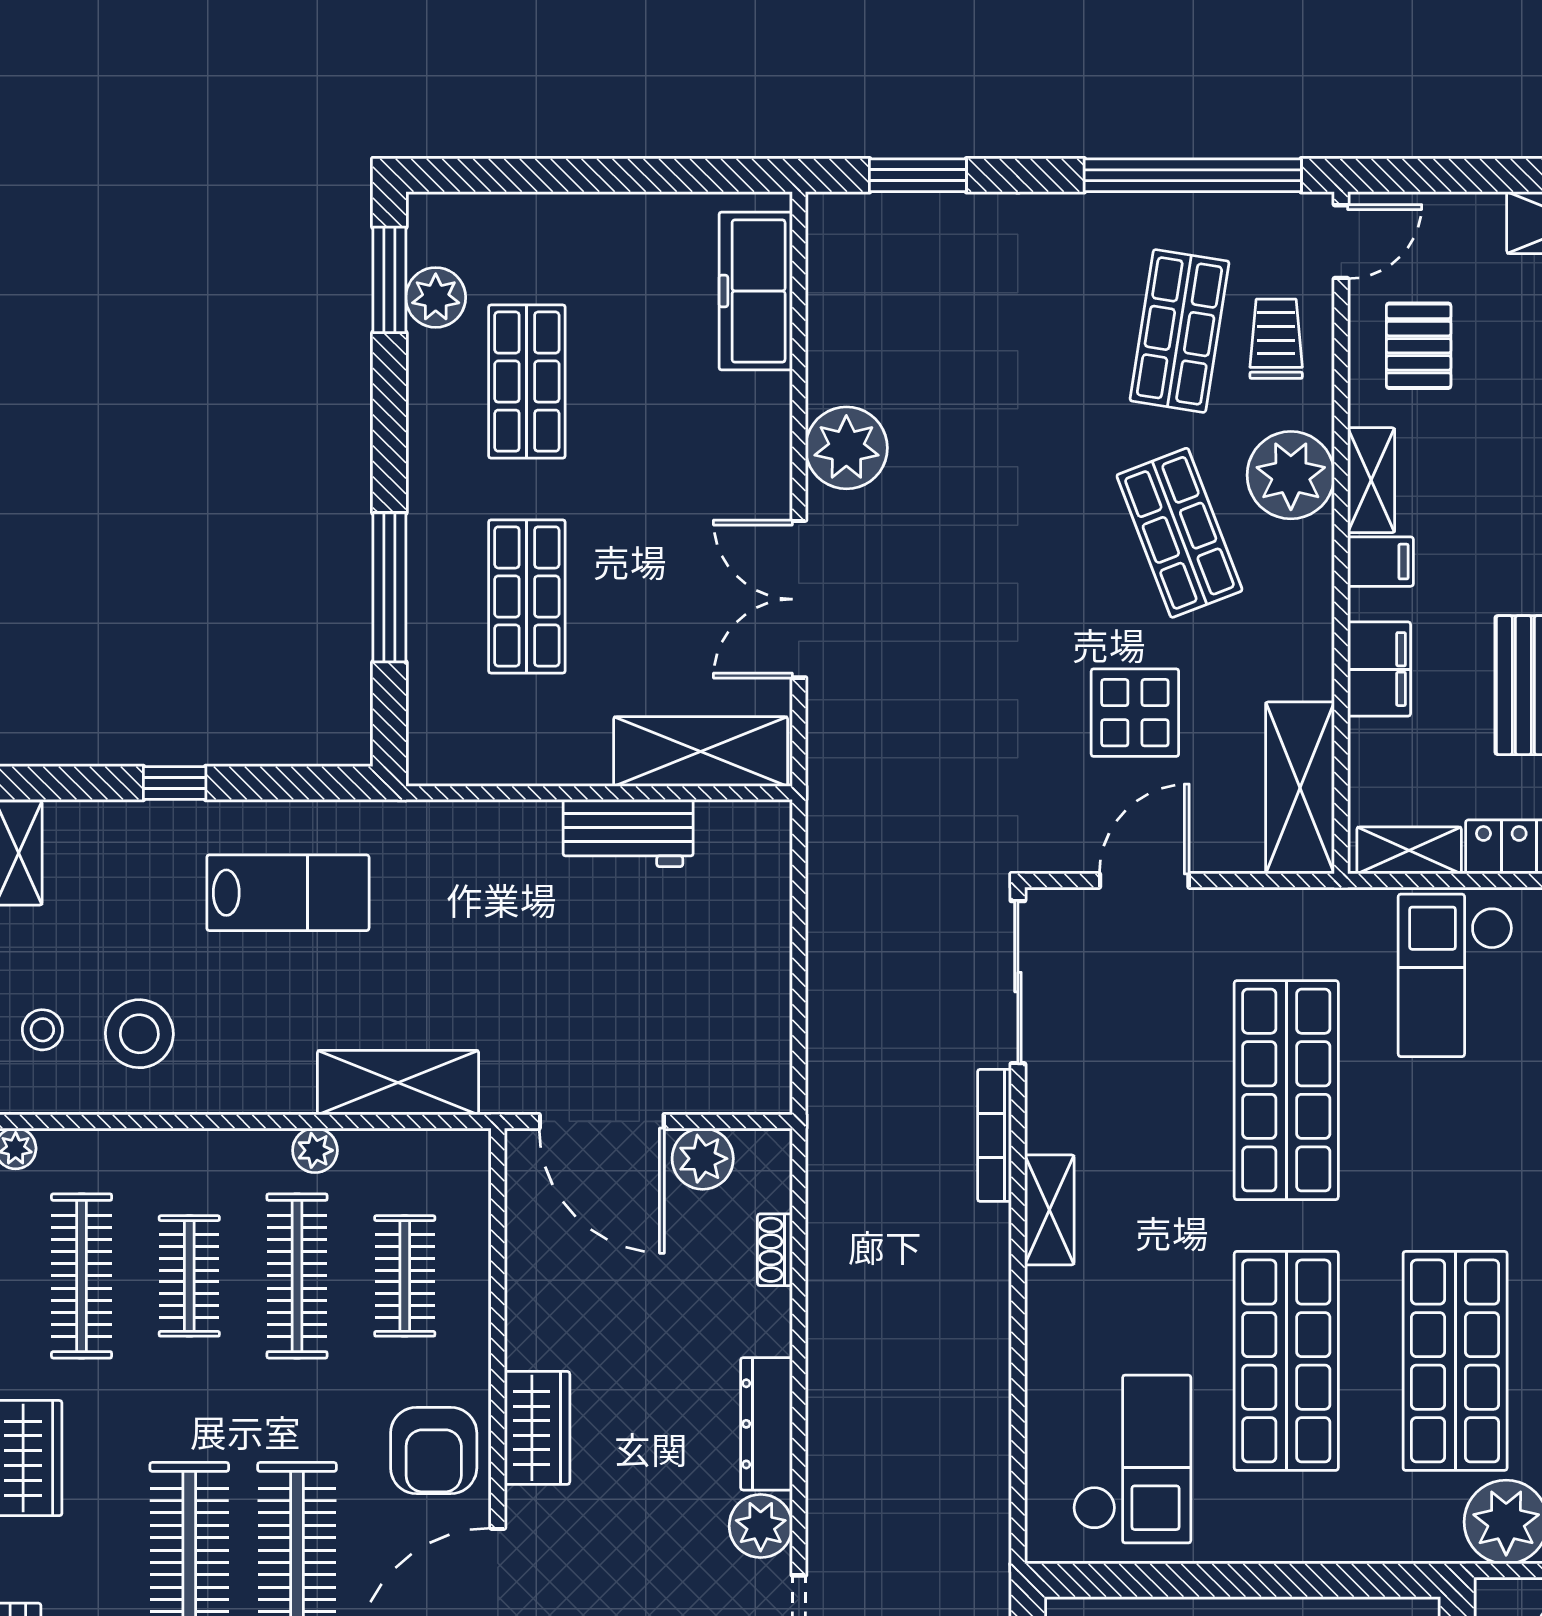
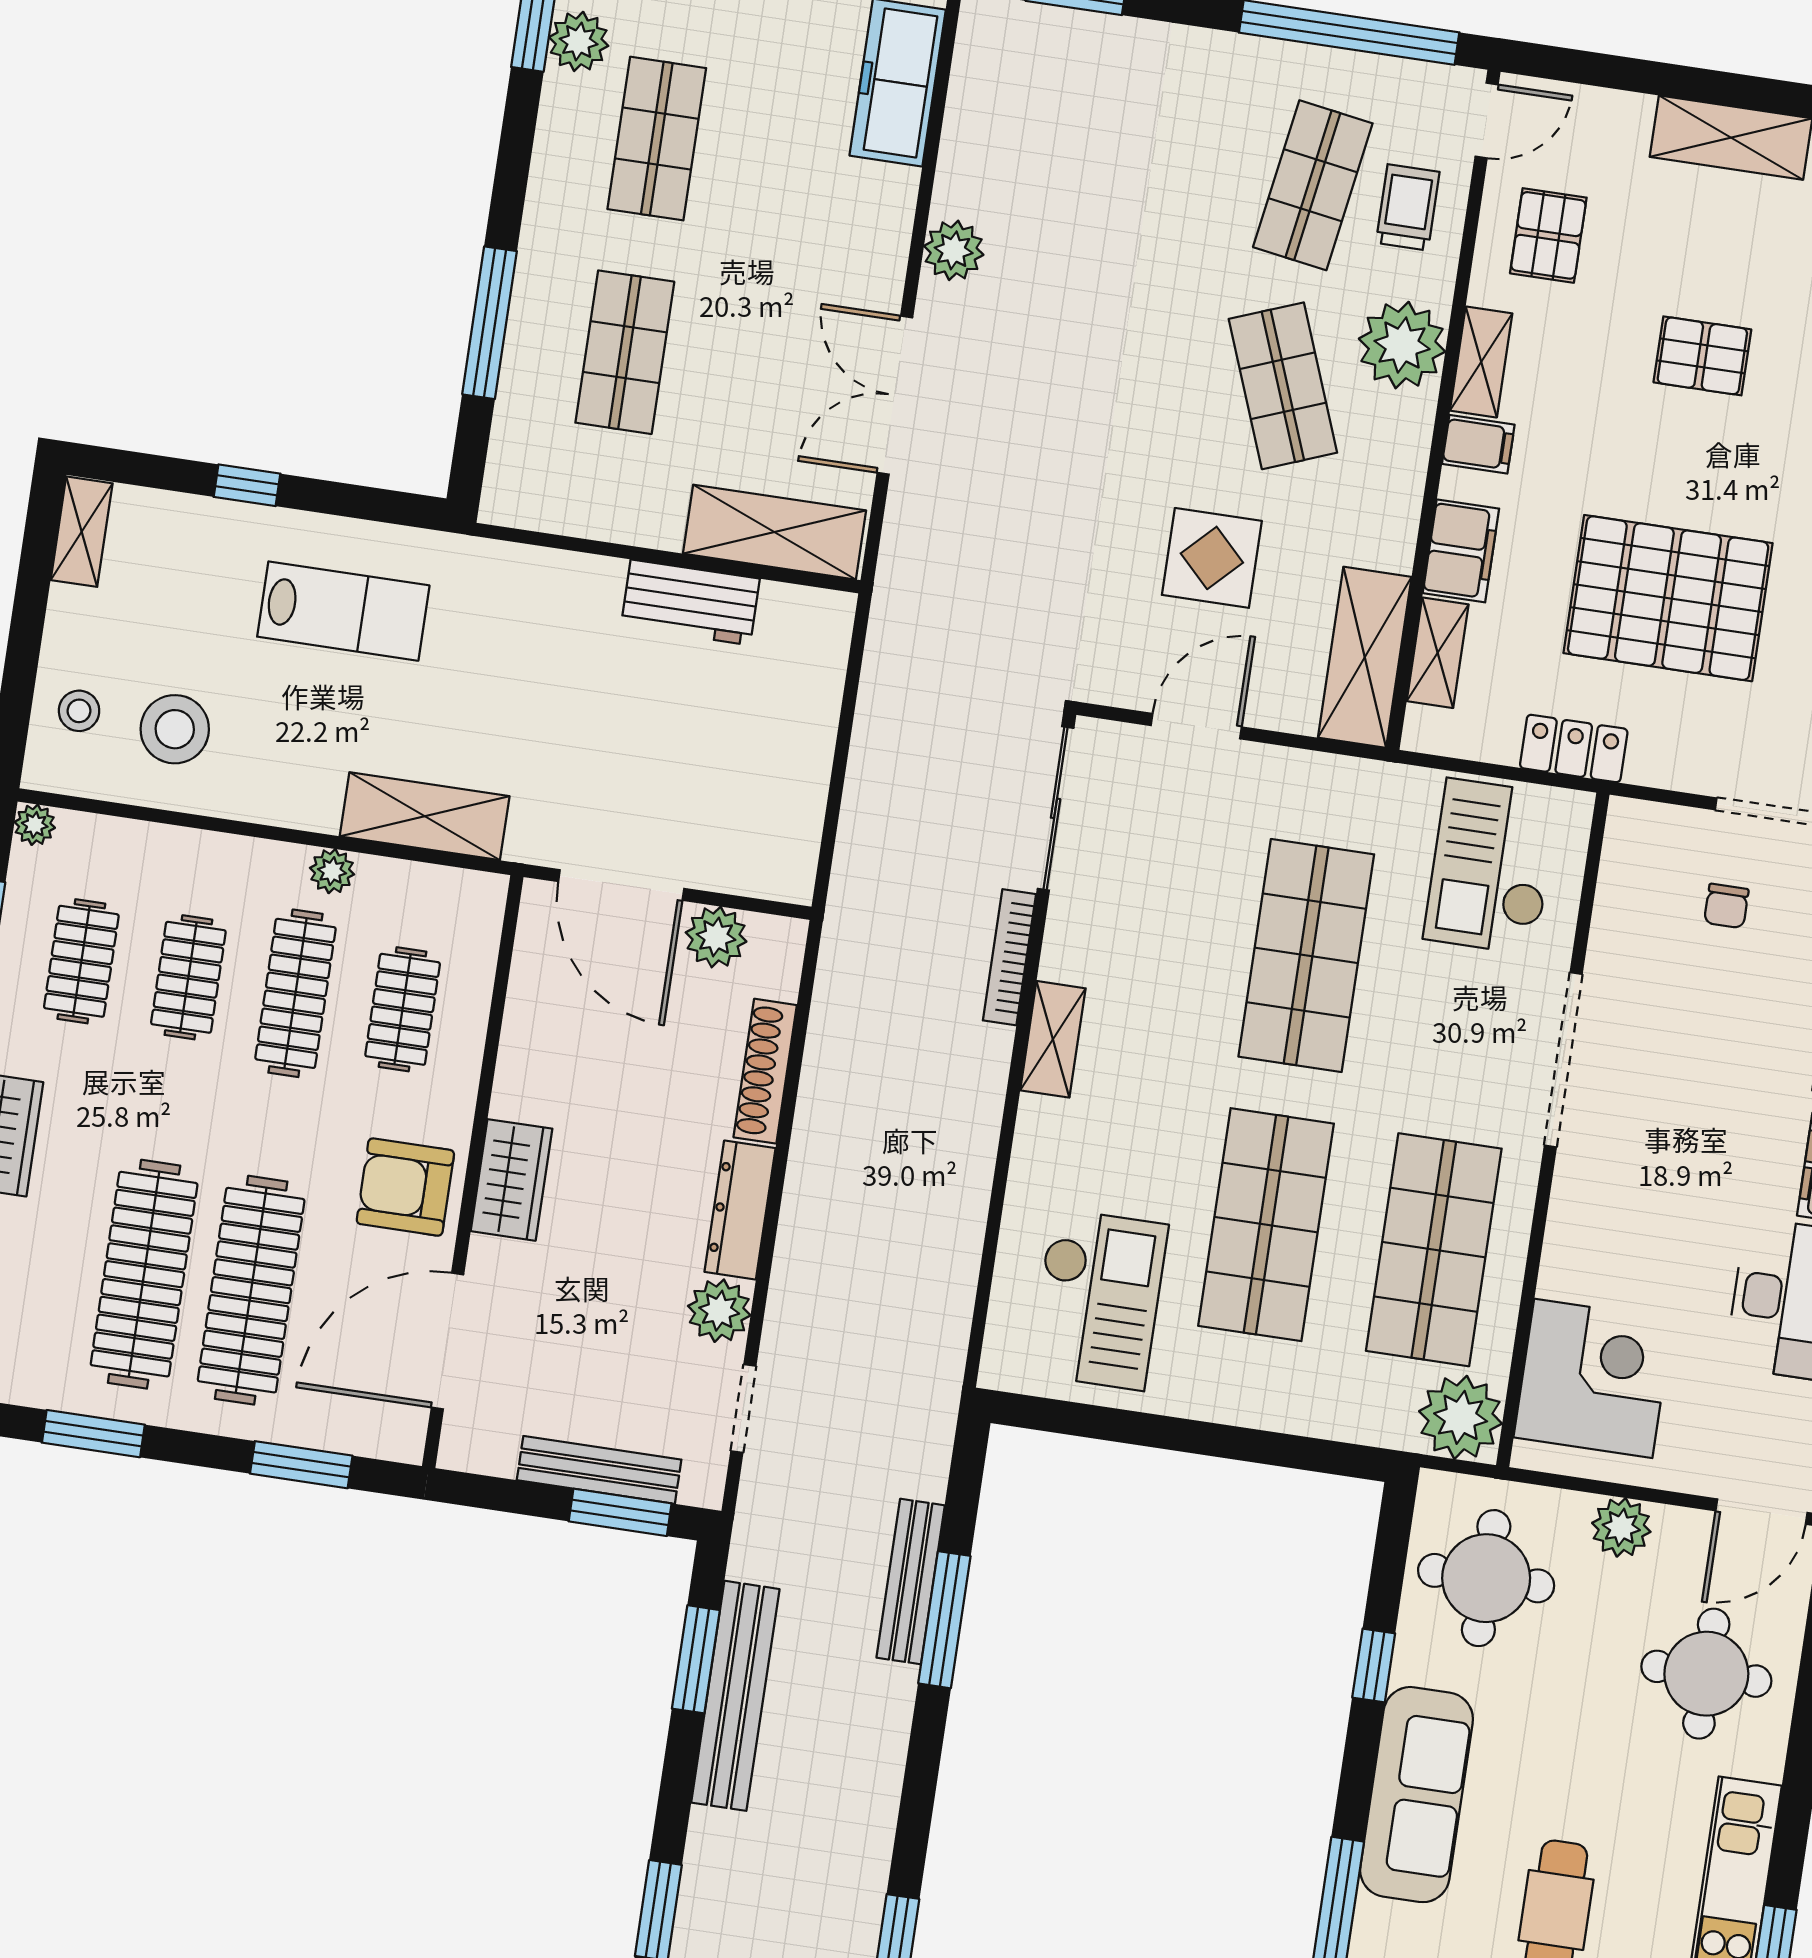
plant: (846, 448) -> (954, 250), width x0.73, depth x0.73
shelving: (1409, 850) -> (1438, 653), moved, turned 90
shoe rack: (775, 1250) -> (765, 1071), width x1.94, depth x1.24
clothes rail: (82, 1276) -> (81, 961), width x0.73
armchair: (434, 1450) -> (405, 1187), turned 90

